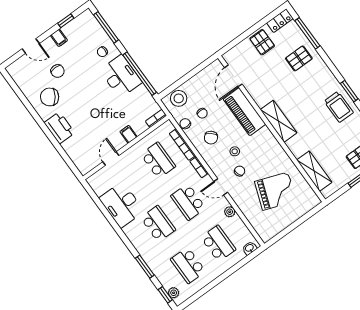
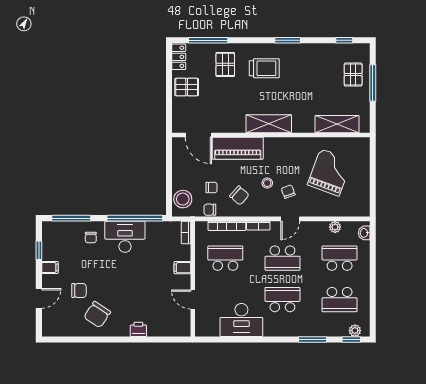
trolley: (339, 107) -> (264, 68), moved
printer: (59, 128) -> (138, 329), width x0.53, depth x0.68
plant: (230, 212) -> (335, 227), moved

